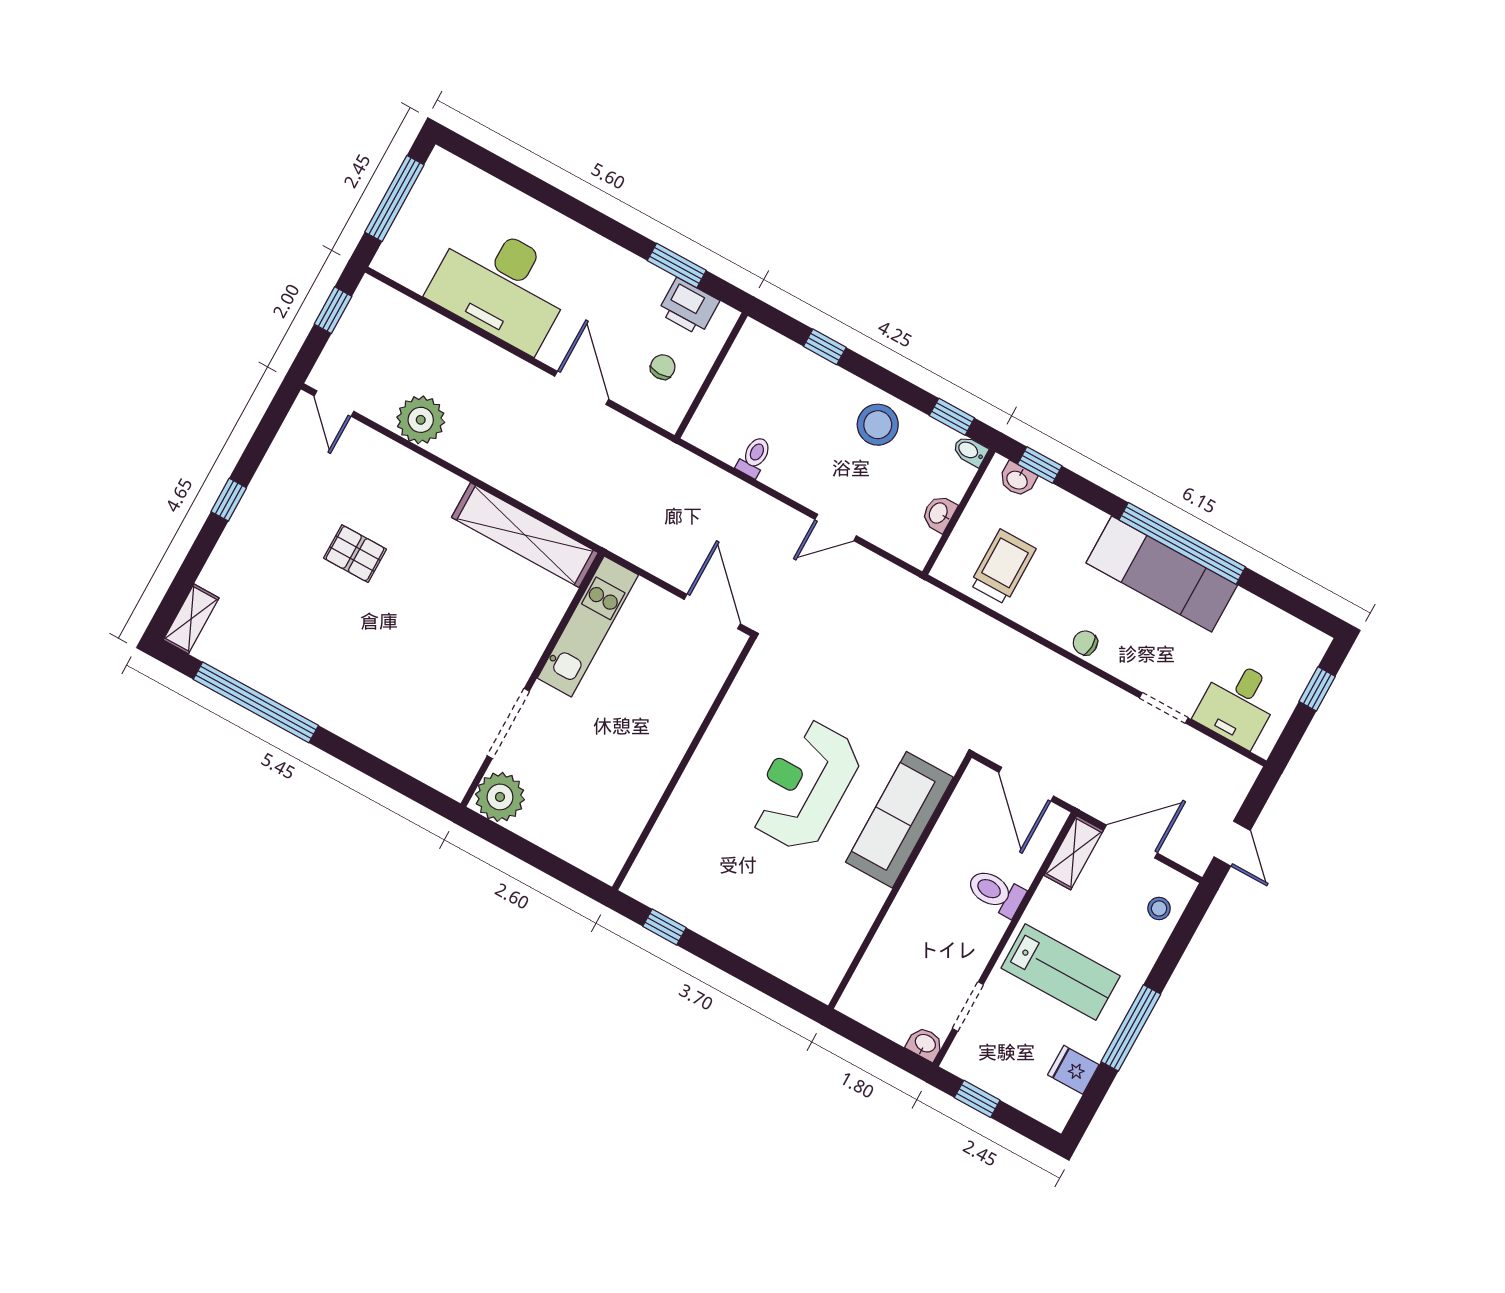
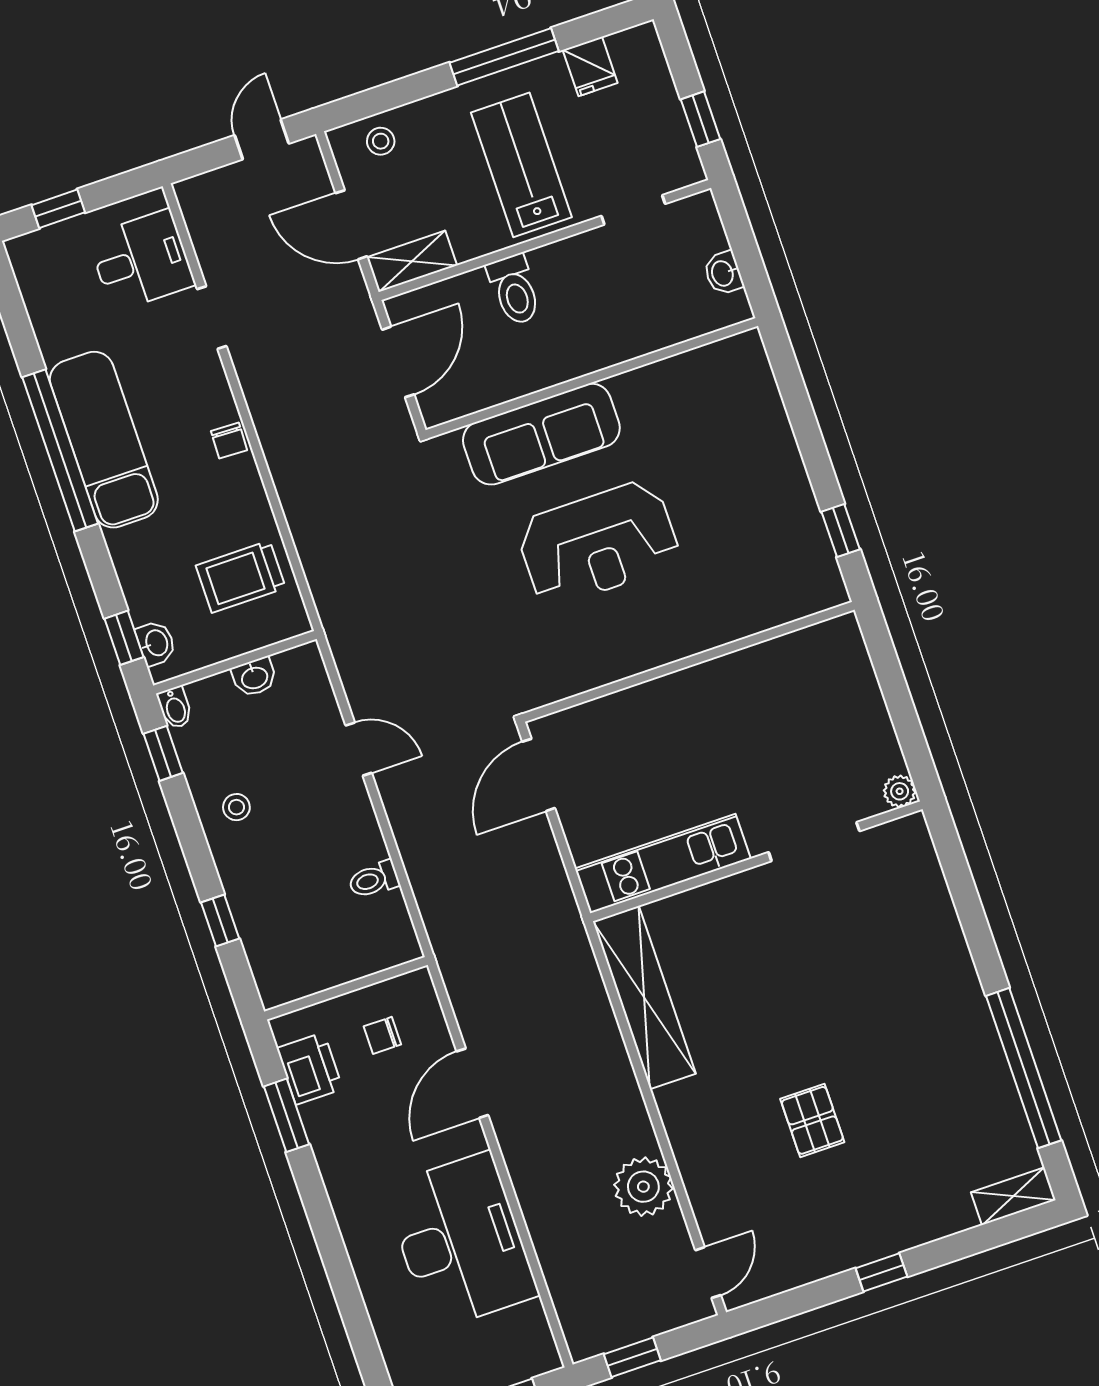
stool: (878, 425) -> (236, 807), width x0.53, depth x0.53
plant: (500, 797) -> (900, 791), width x0.53, depth x0.53
washbasin: (925, 1044) -> (723, 273), moved

